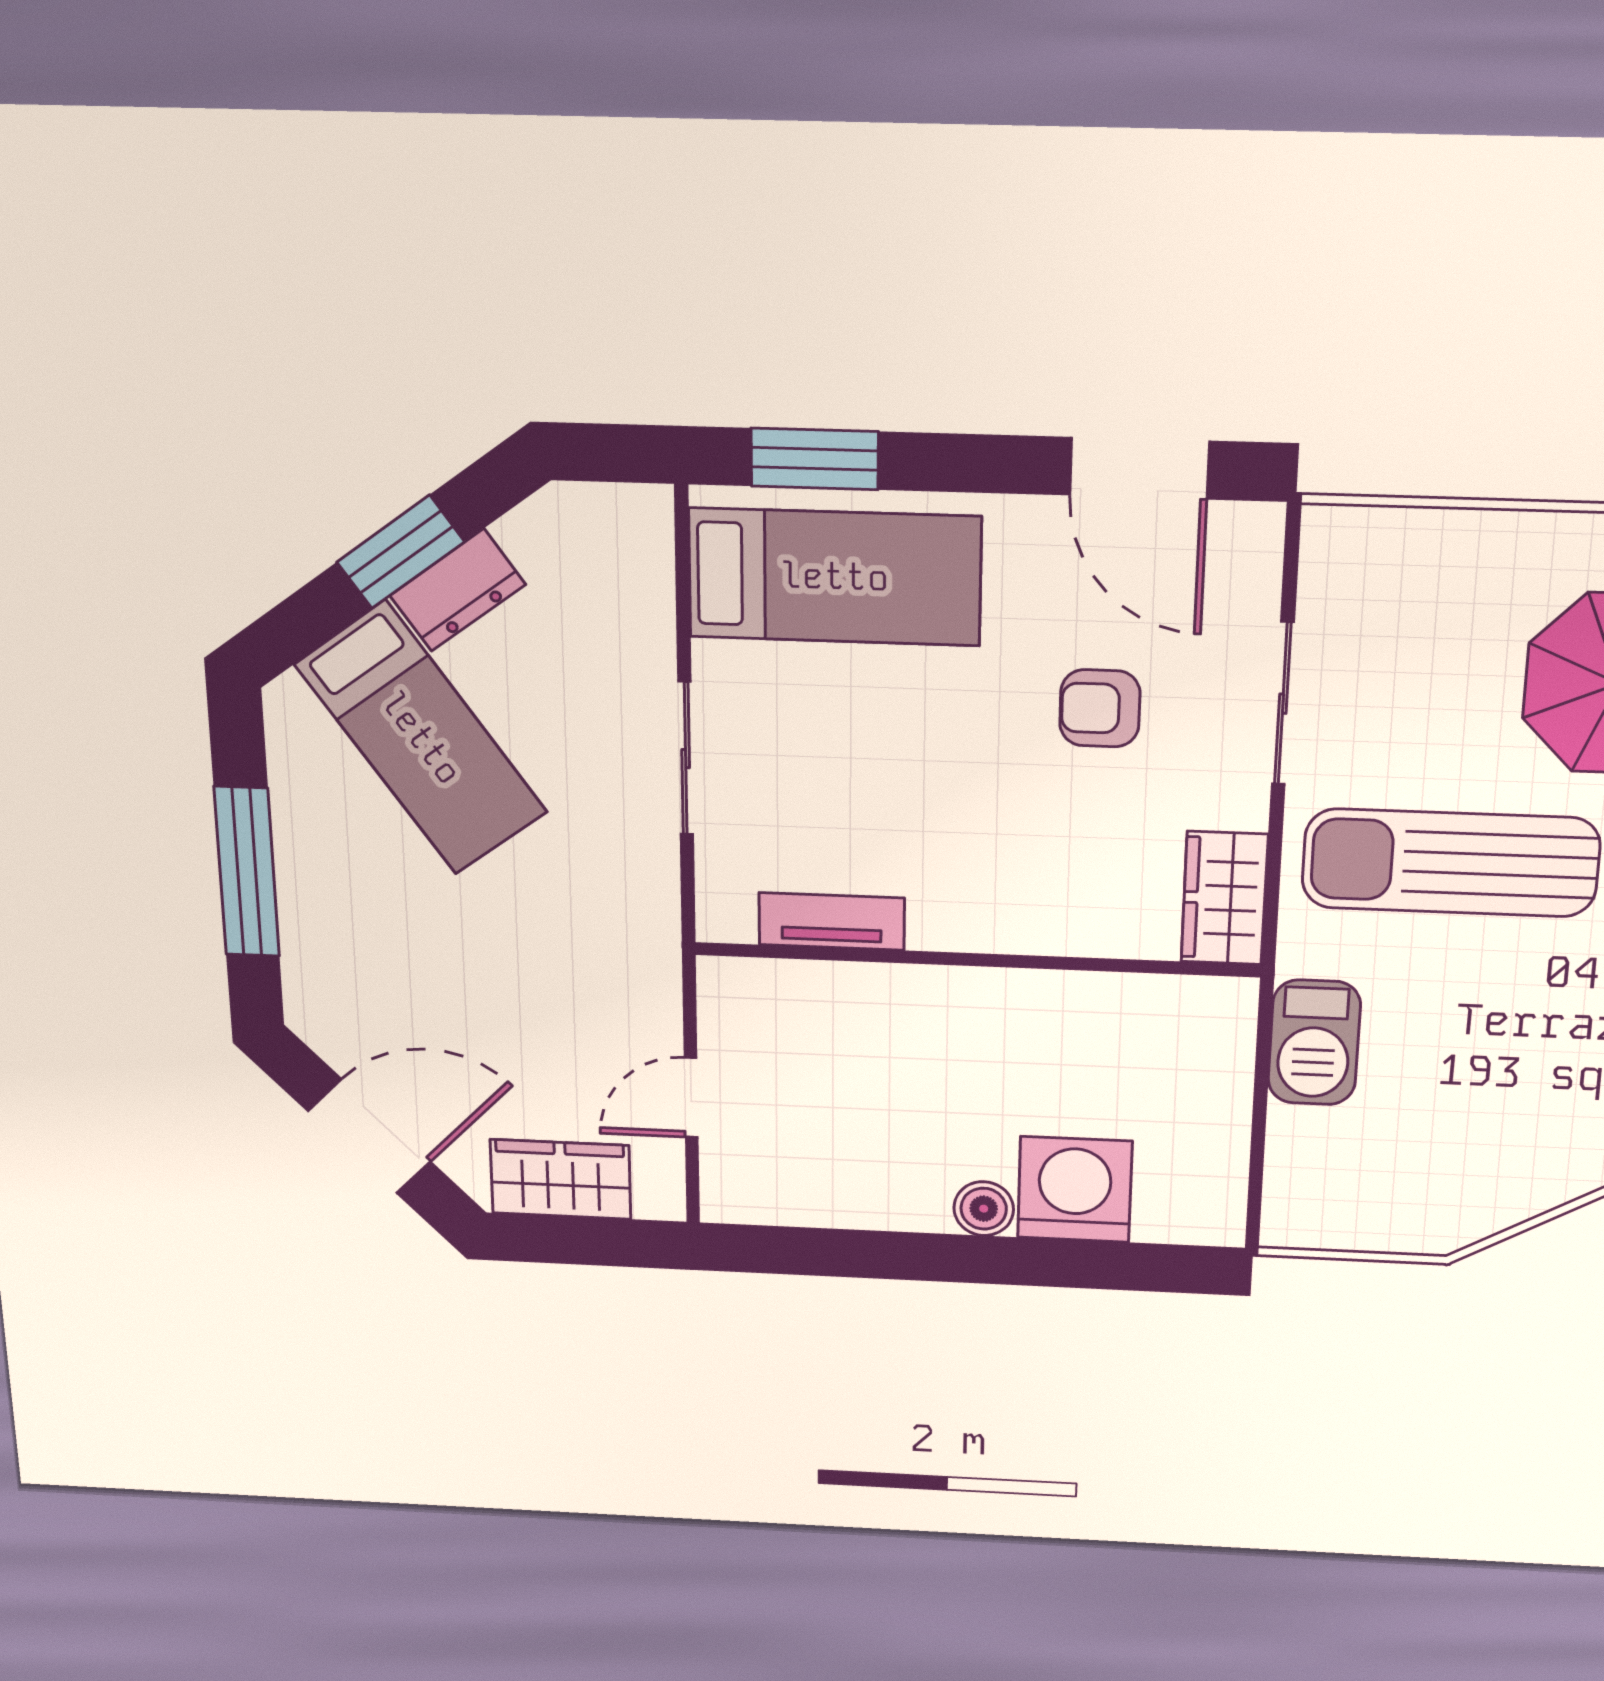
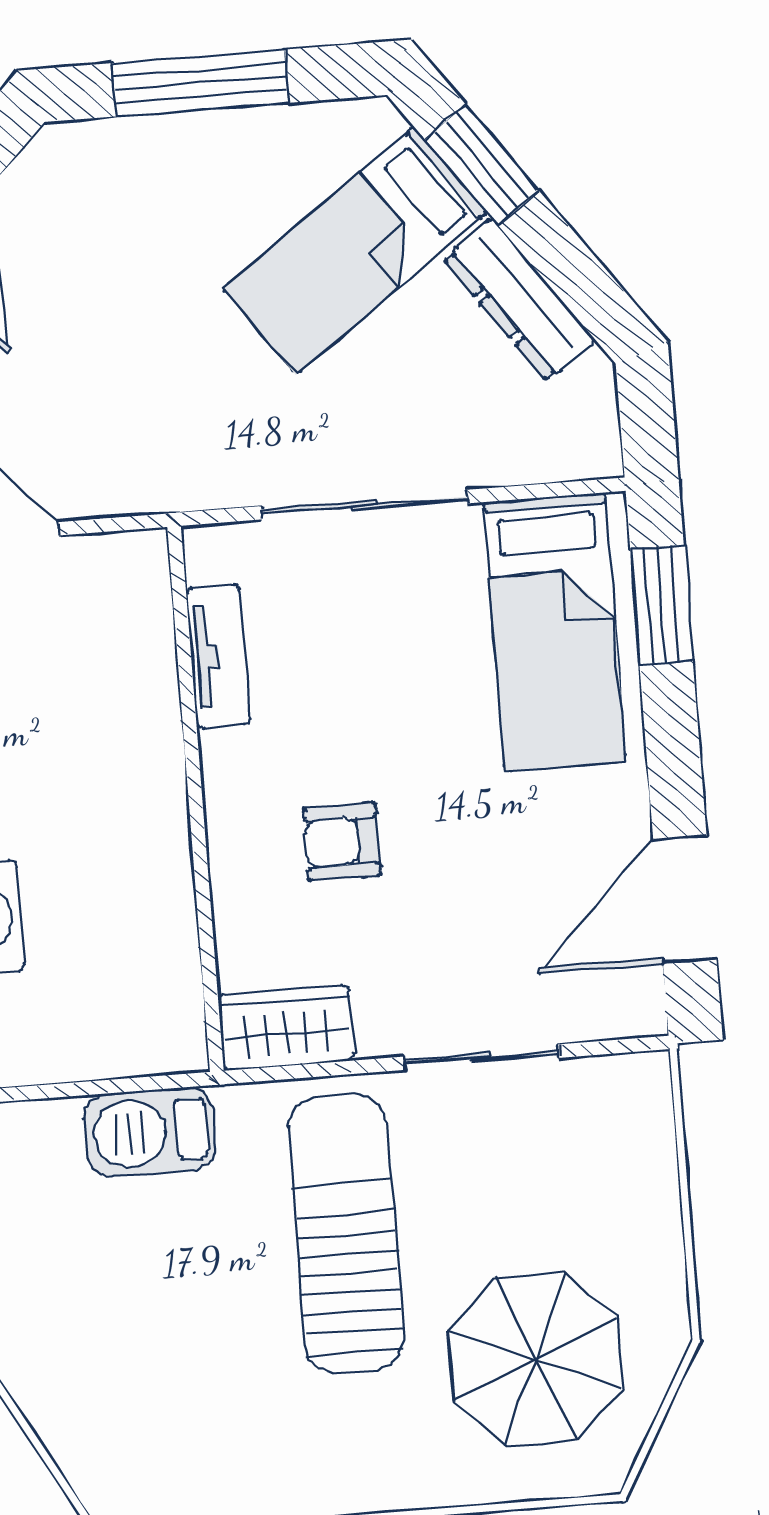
window: (401, 552) -> (482, 165), moved
dresser: (458, 590) -> (519, 299), width x1.44
armchair: (1100, 708) -> (342, 842), moved, turned -90
sliding door: (686, 759) -> (364, 505), width x1.37

